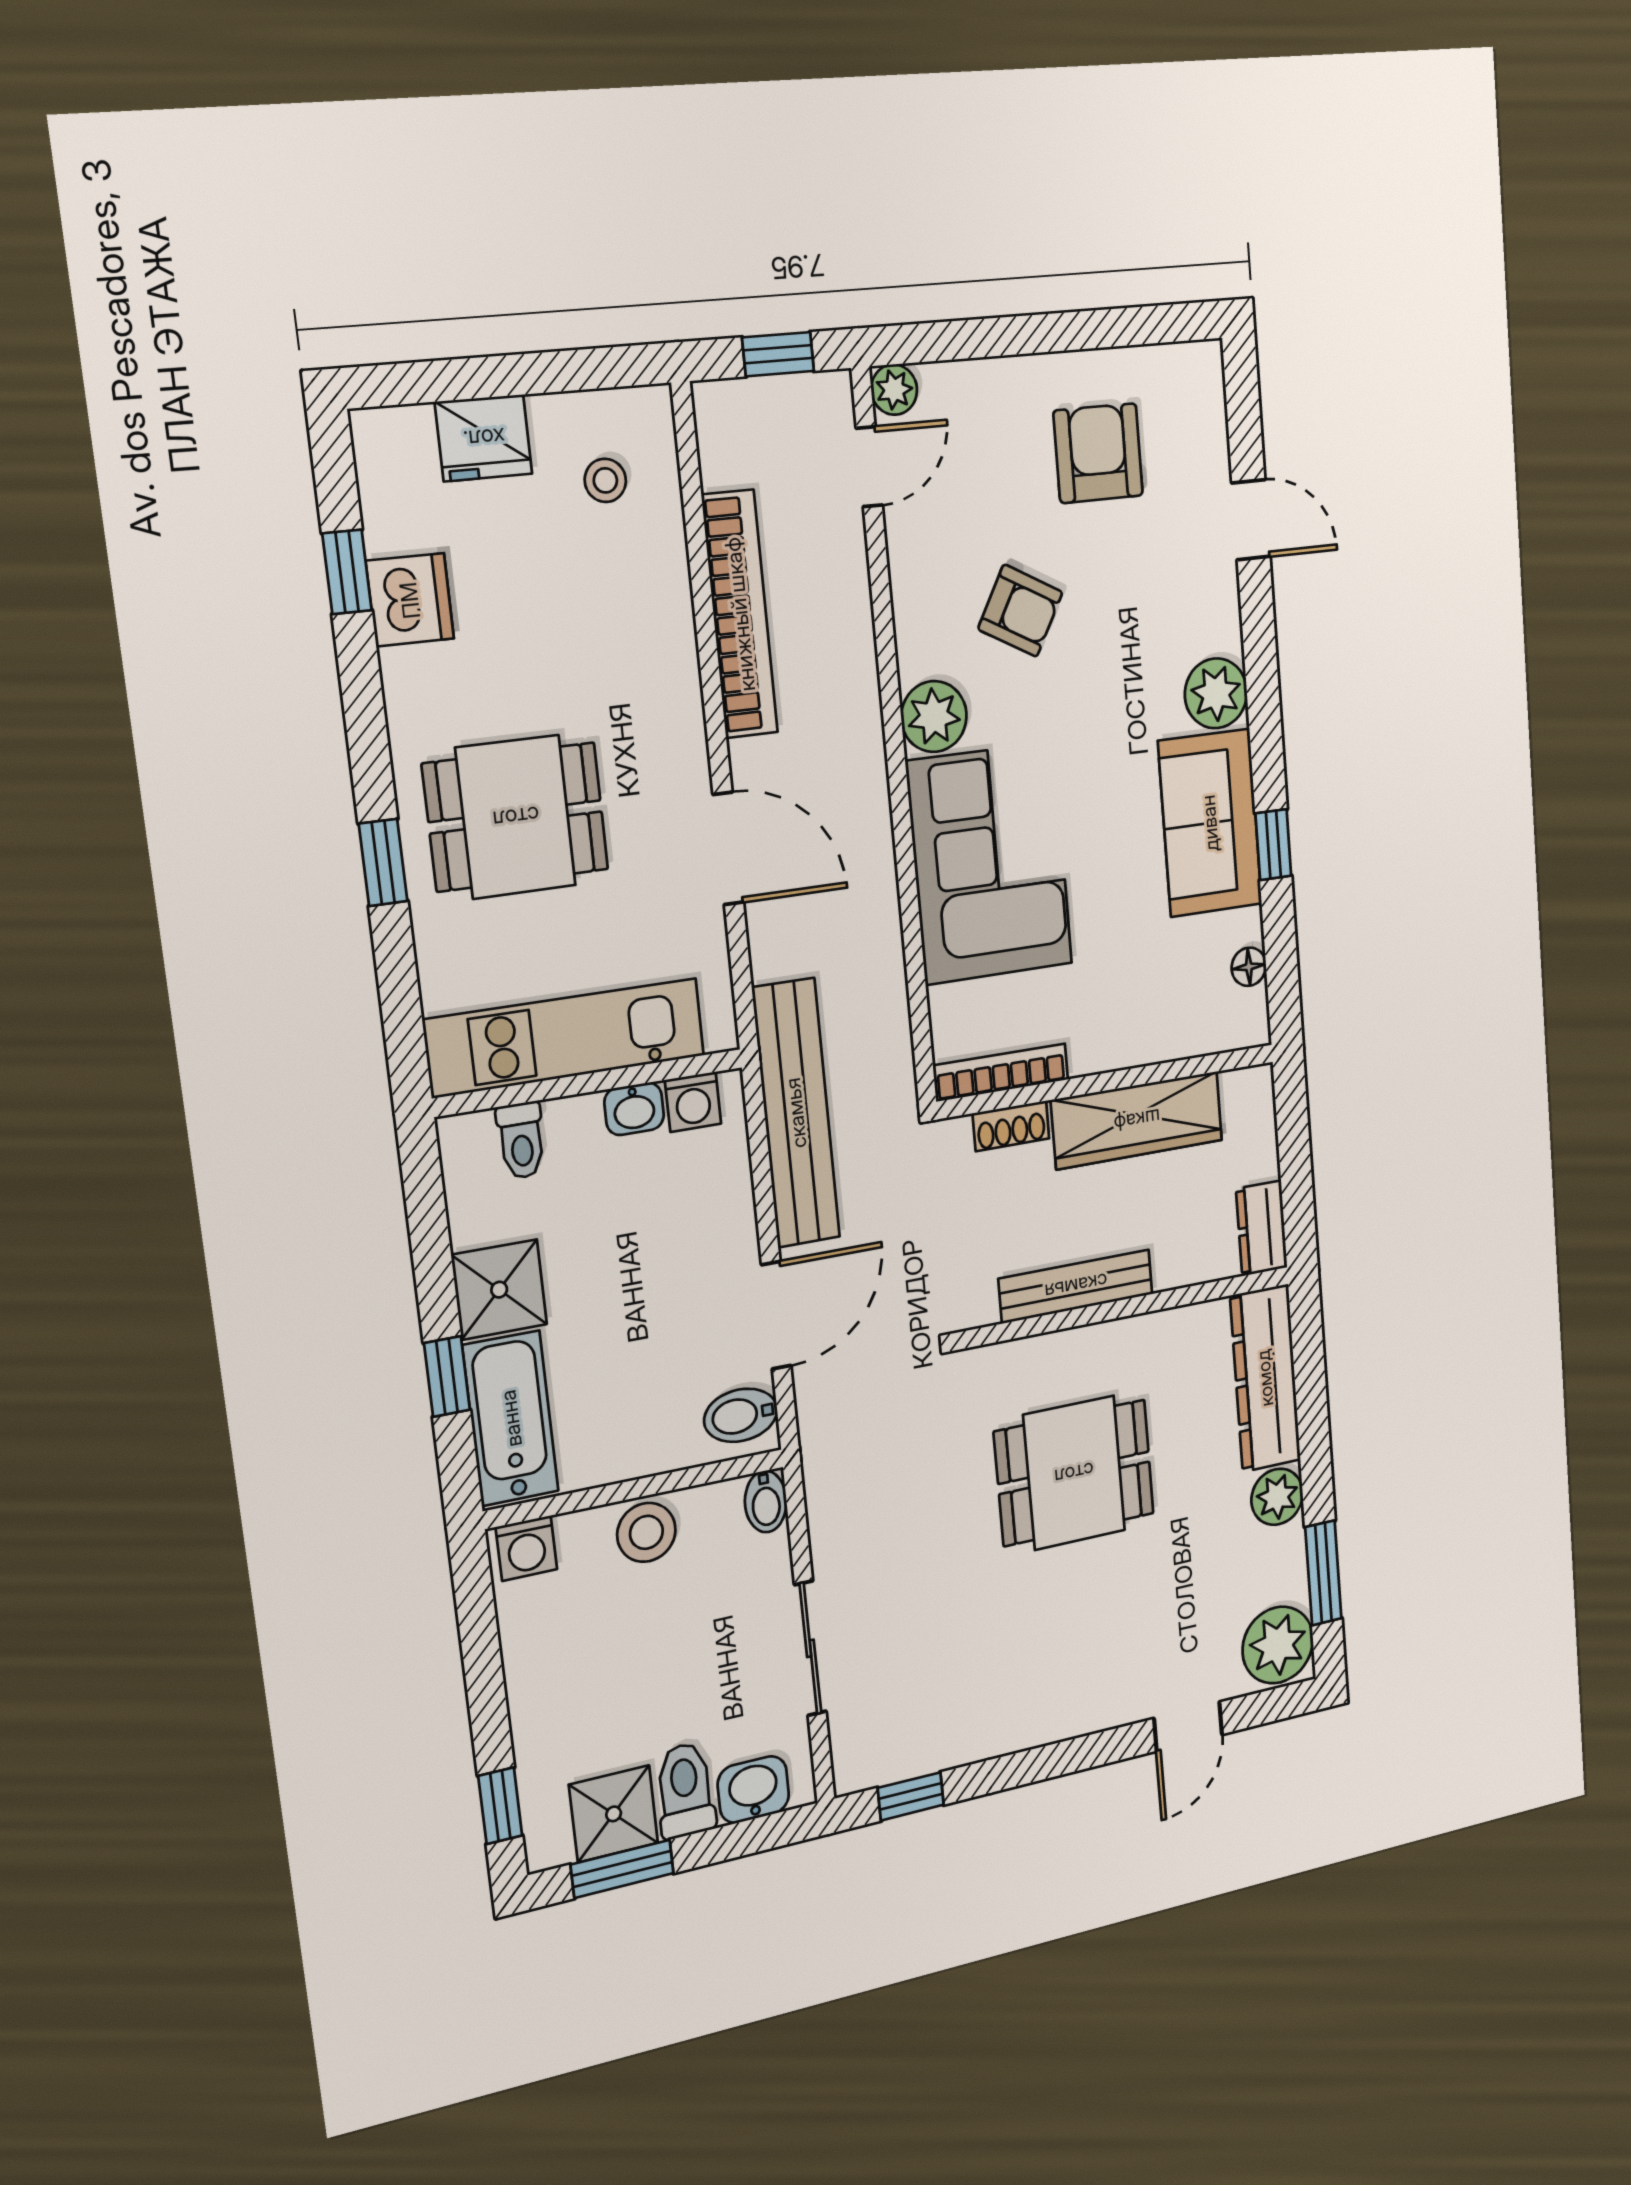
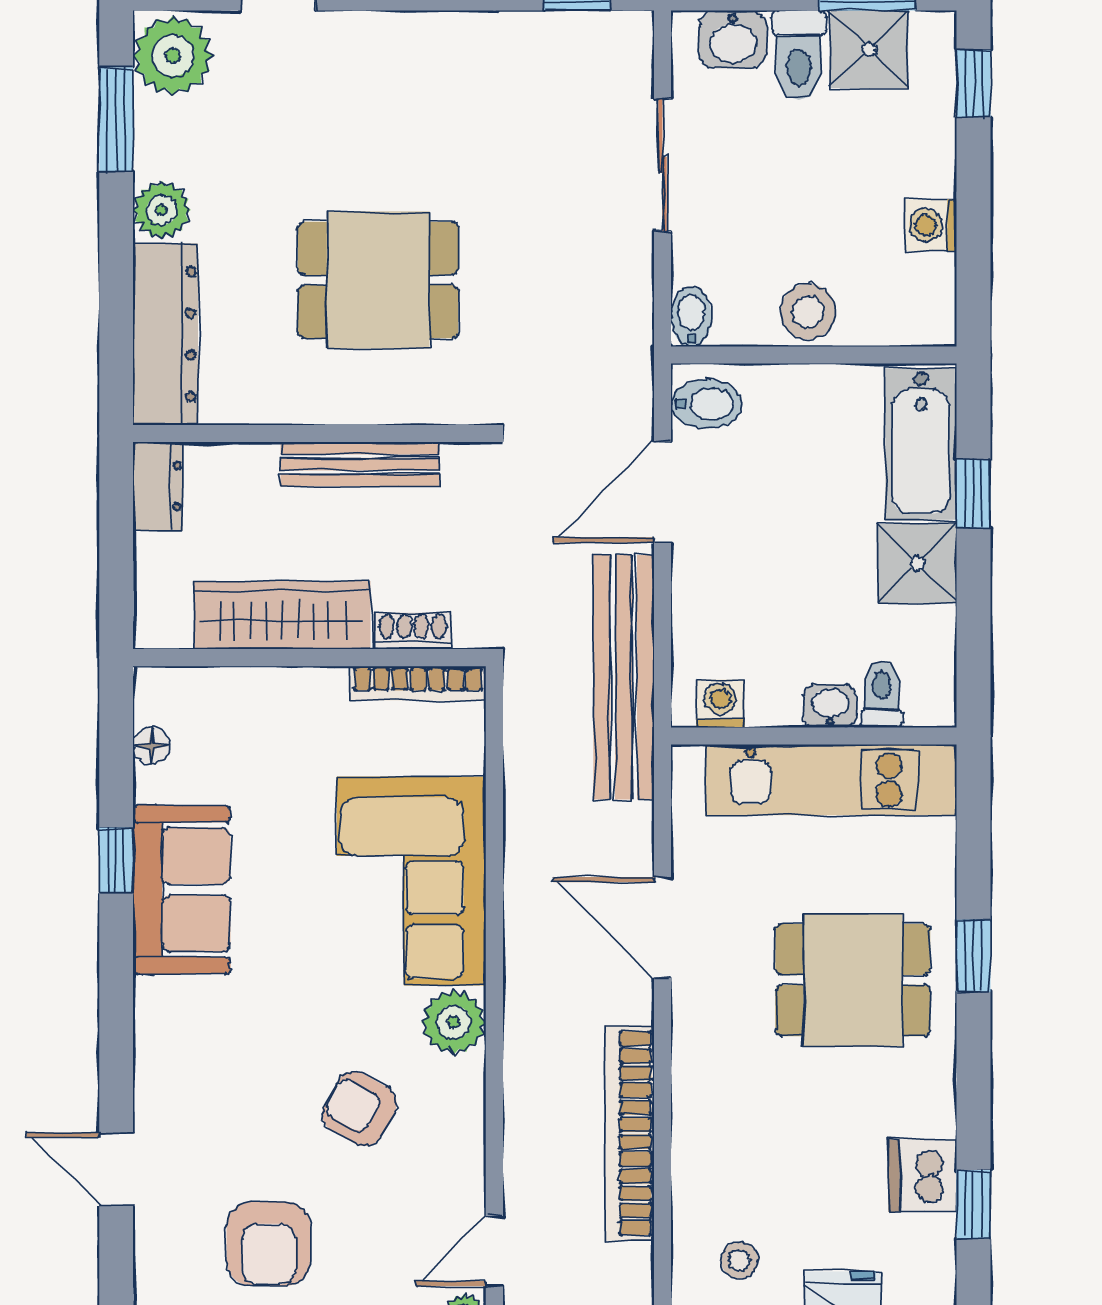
plant: (1216, 693) -> (166, 1011), removed
washbasin: (634, 1109) -> (830, 706), moved
washing machine: (526, 1548) -> (931, 225), moved, turned -90

